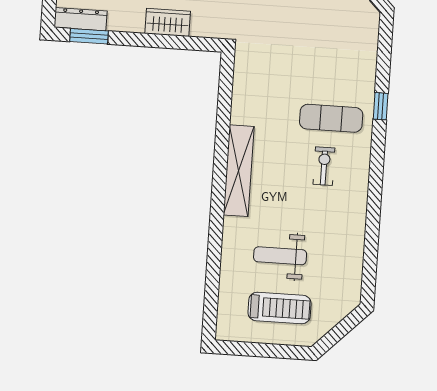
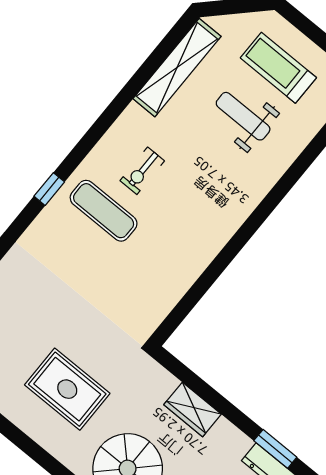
shelving: (239, 171) -> (177, 68), moved
weight bench: (280, 256) -> (243, 116), turned 180

